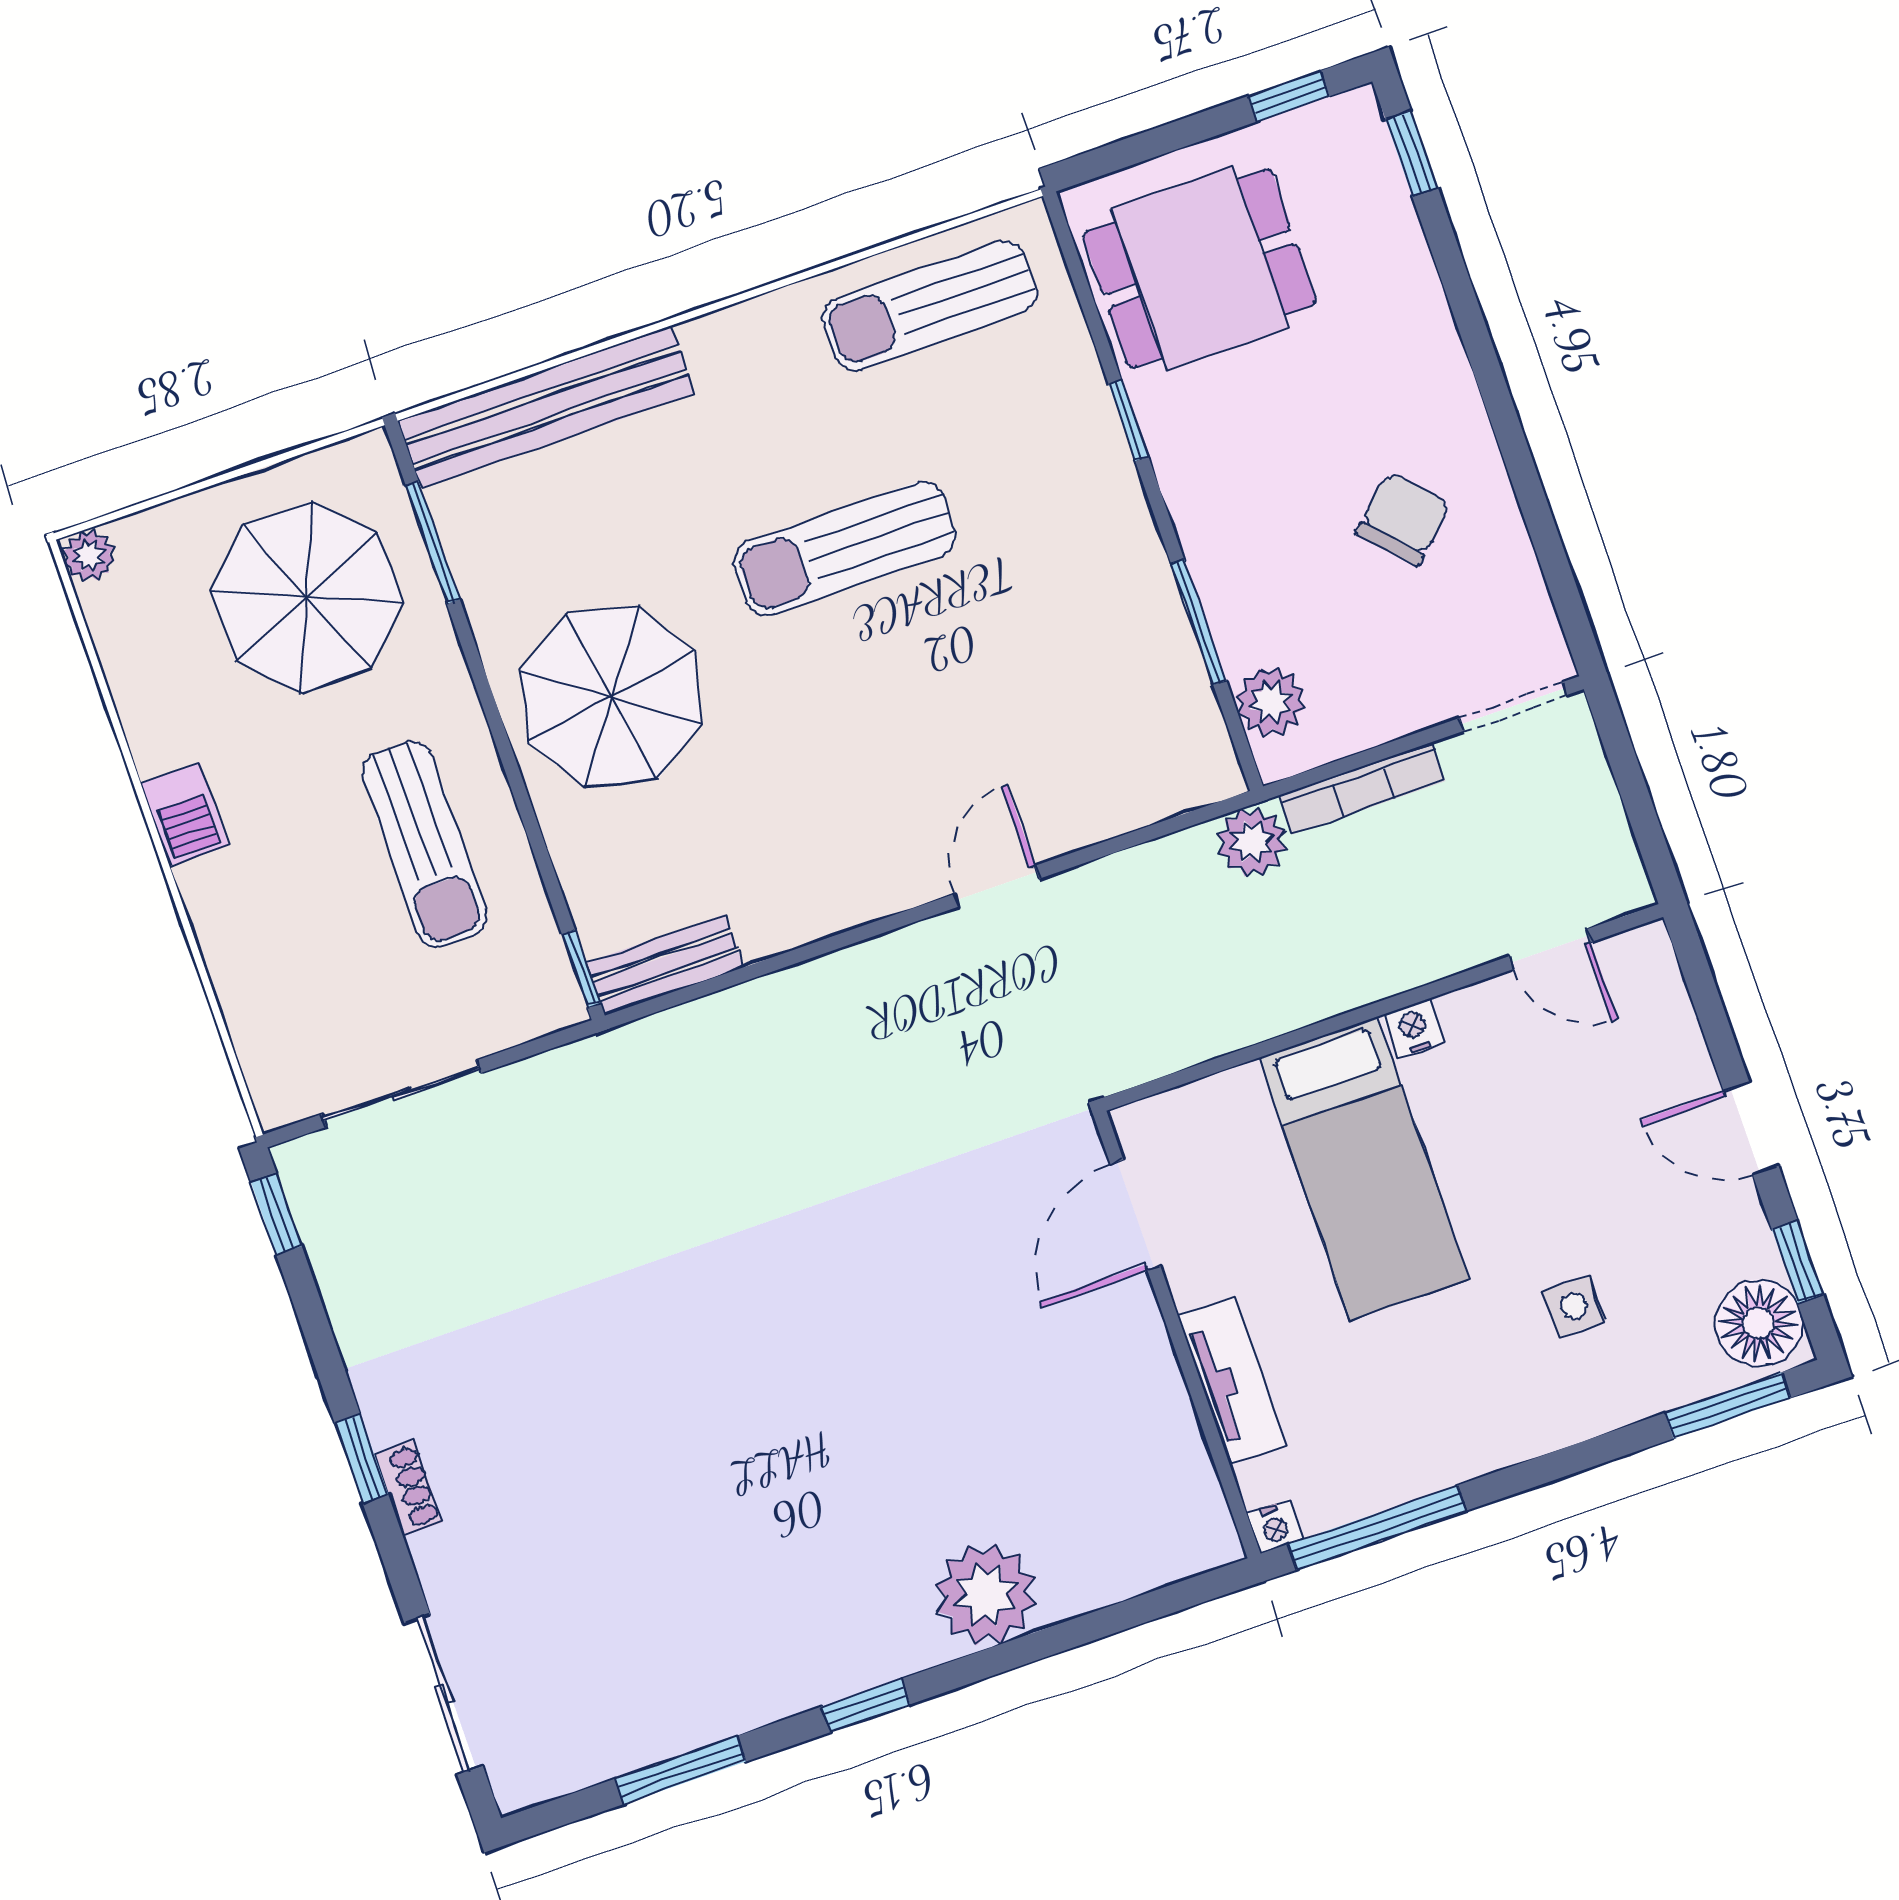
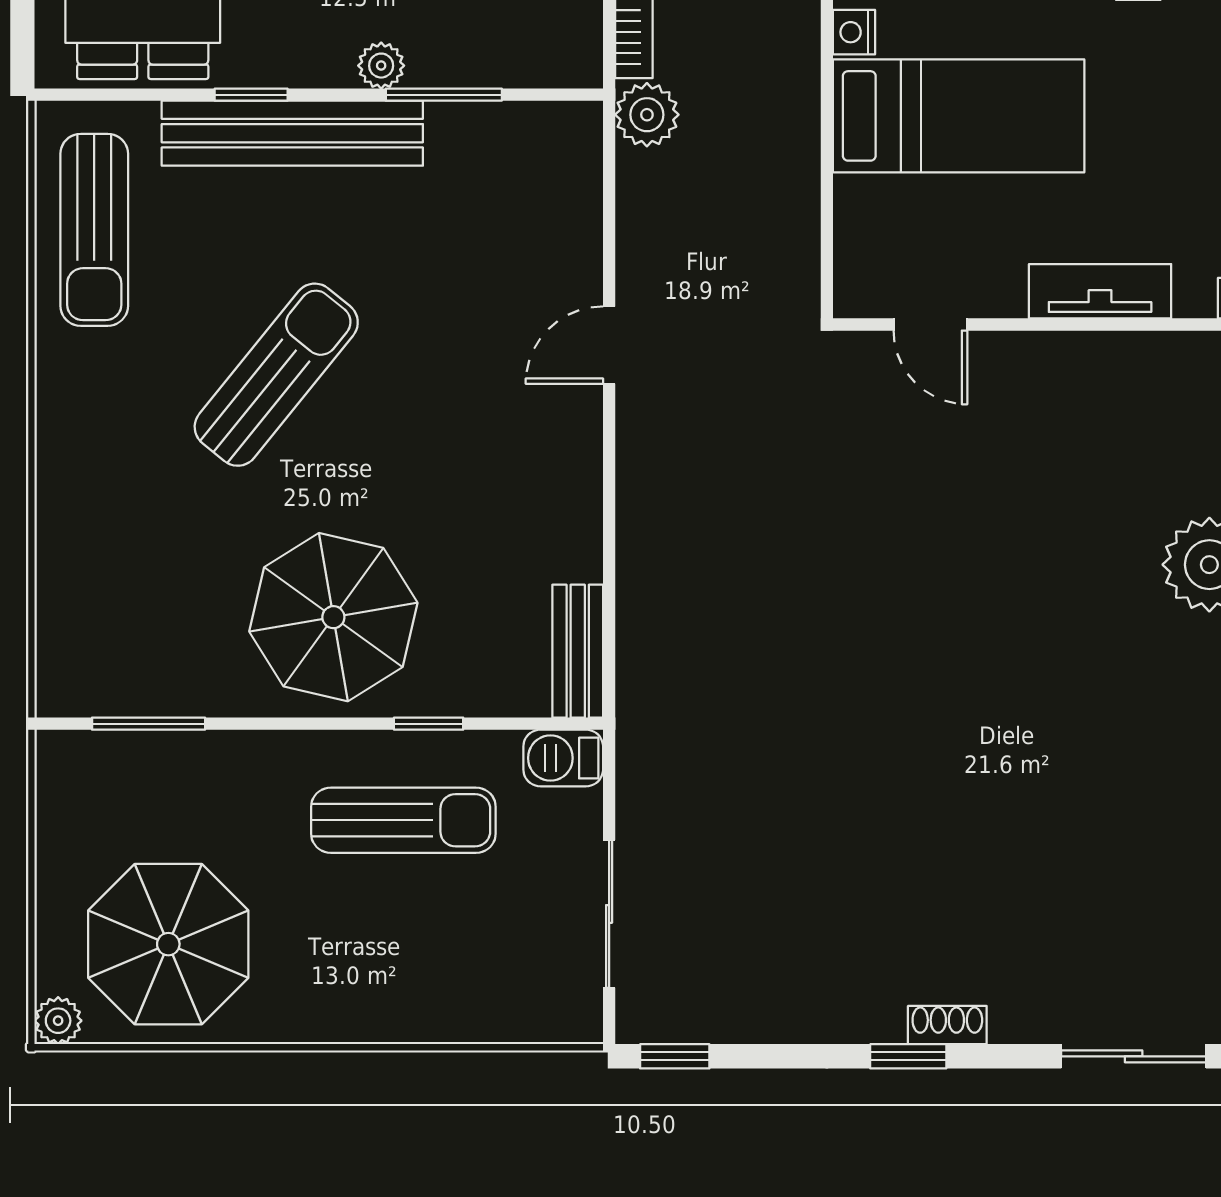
bench: (546, 407) -> (292, 133), moved, turned 90
sun lounger: (844, 549) -> (276, 375), turned -141
parasol: (307, 597) -> (168, 944), moved
plant: (1271, 702) -> (381, 66), moved, width x0.73, depth x0.73
barbecue: (184, 814) -> (563, 758), moved, turned 180
door: (997, 886) -> (609, 345), hinge flipped
window: (581, 969) -> (429, 724), moved
door: (1135, 1215) -> (930, 324), width x0.73

